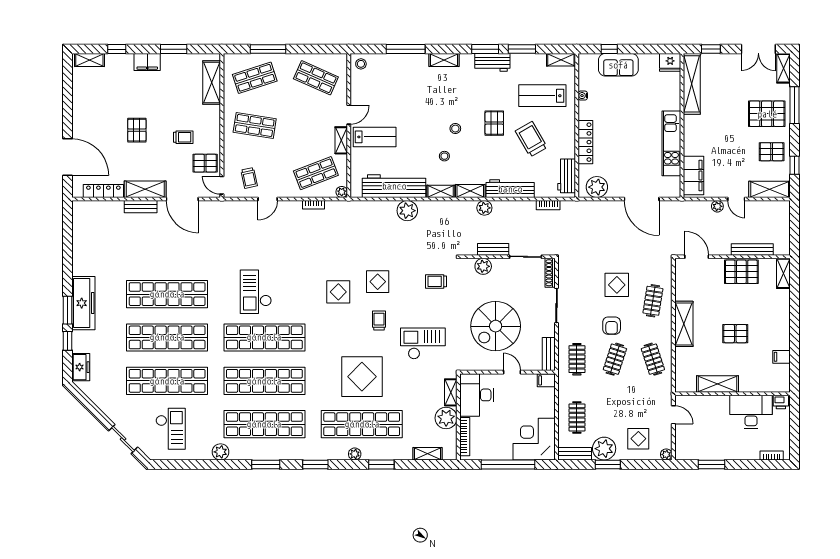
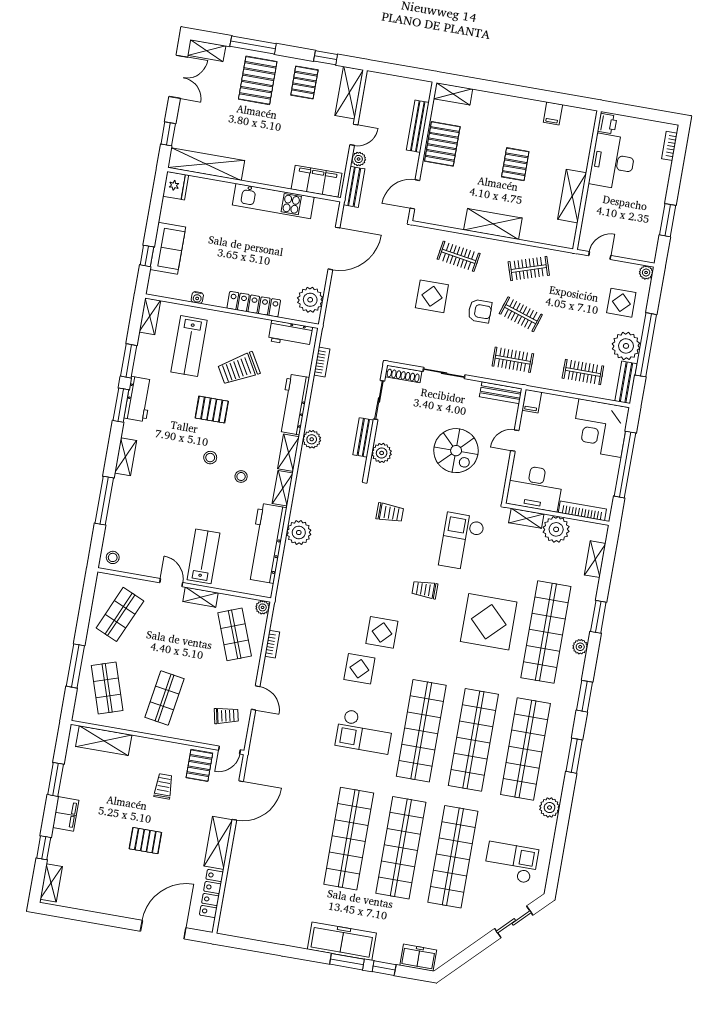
bench: (141, 207) -> (354, 187), moved
trolley: (436, 281) -> (390, 513), turned -90
display table: (378, 282) -> (359, 669), moved
spiral stairs: (496, 326) -> (456, 451), width x0.73, depth x0.73
window: (608, 464) -> (646, 345), width x2.11

